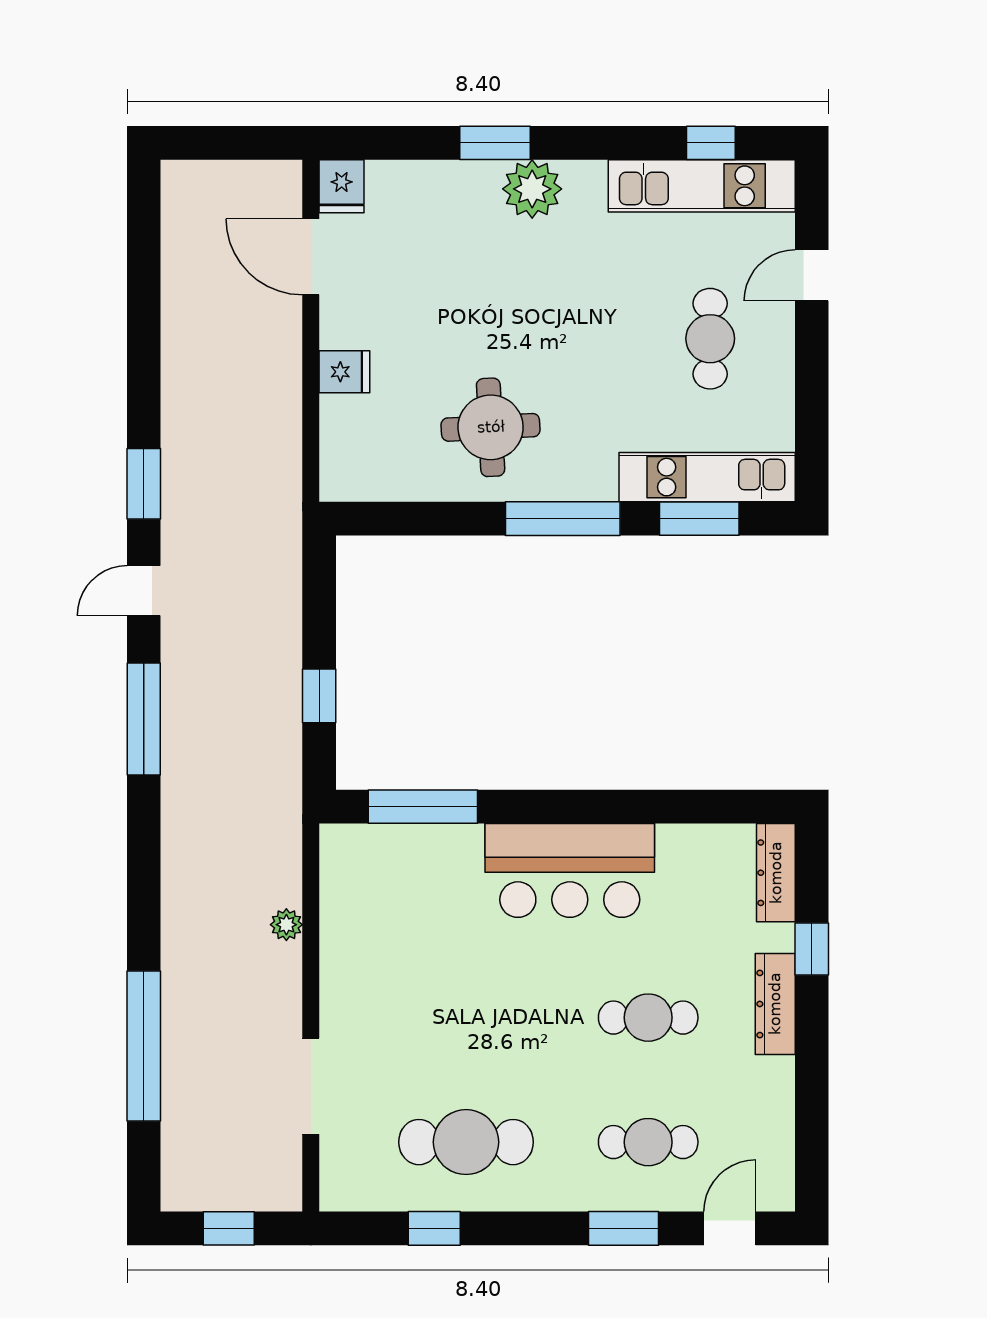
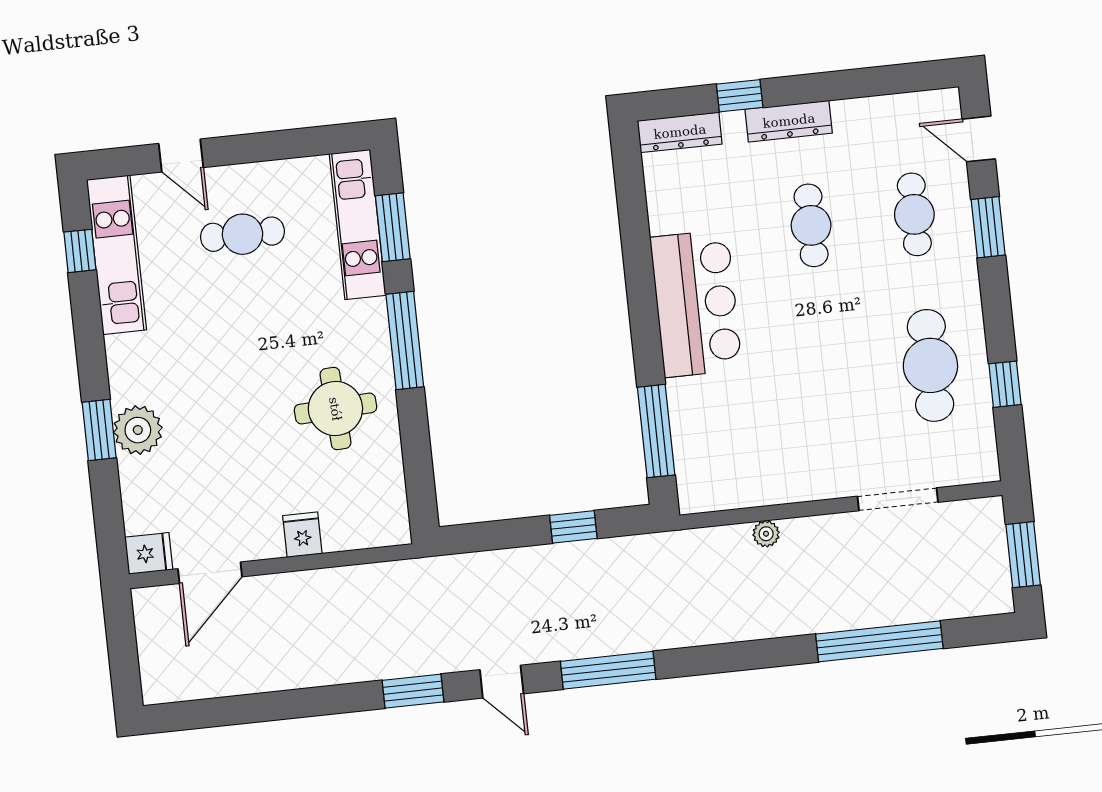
plant: (532, 189) -> (138, 430), moved
window: (229, 1228) -> (1023, 555), width x1.50

